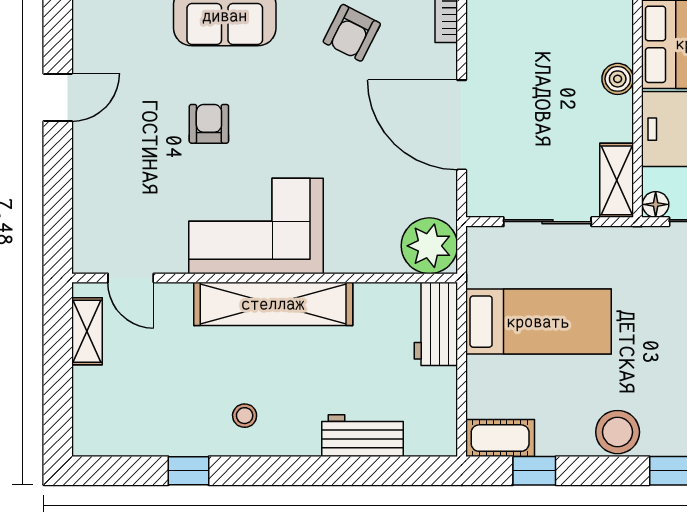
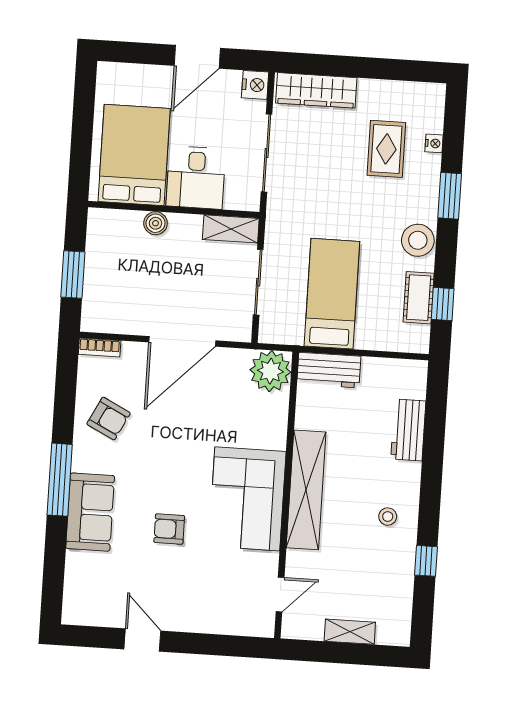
floor lamp: (656, 204) -> (251, 201), removed
shelving: (87, 331) -> (350, 632), moved
cot: (500, 438) -> (419, 298), moved

